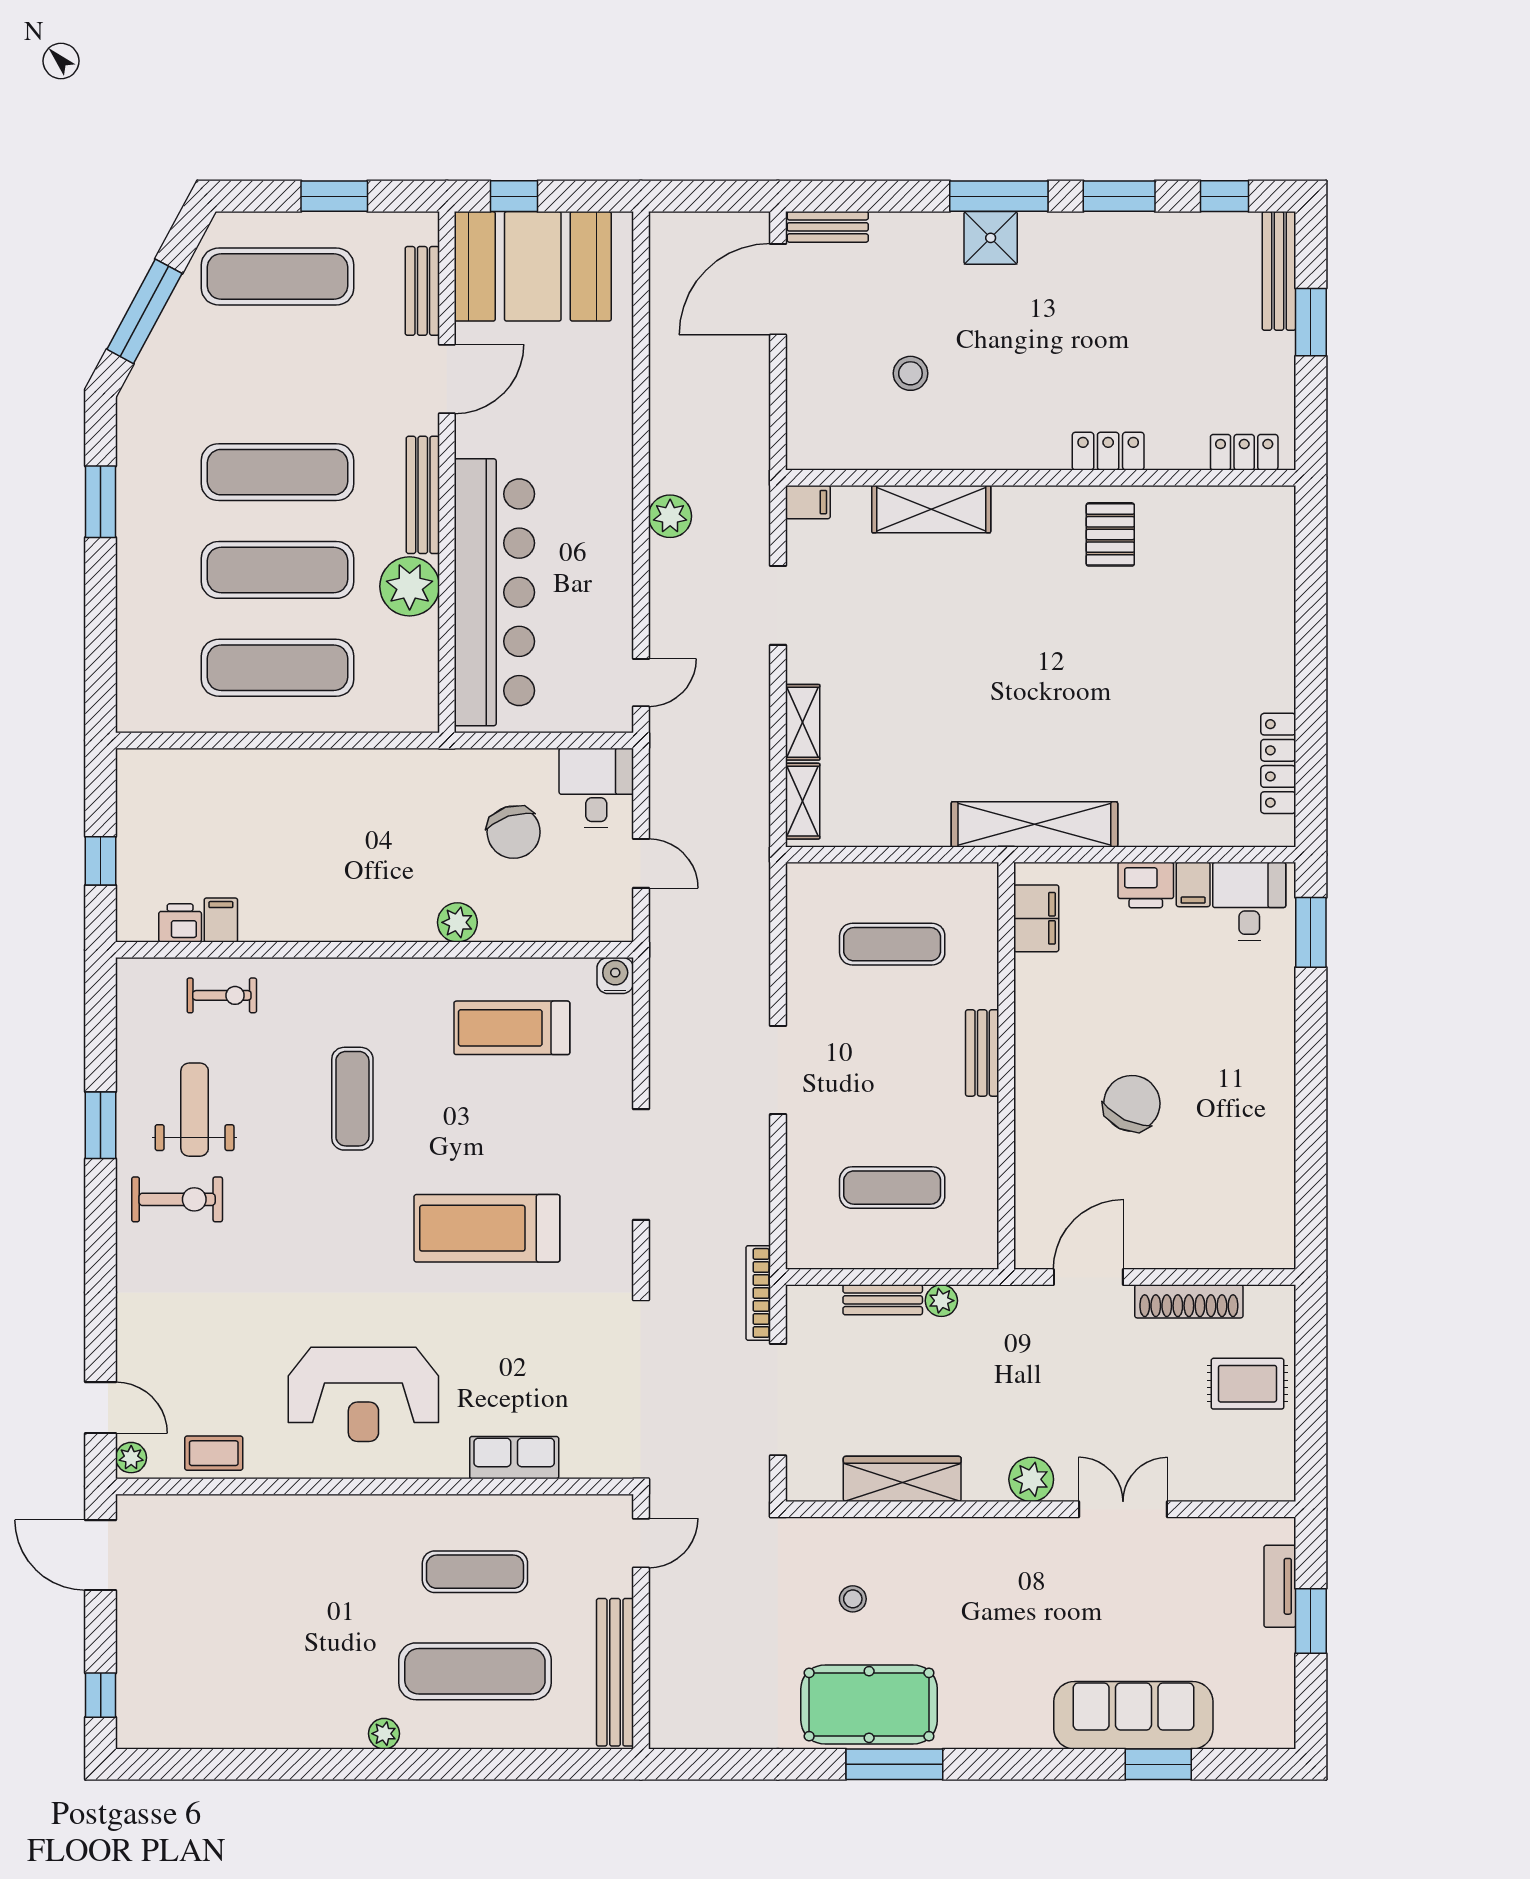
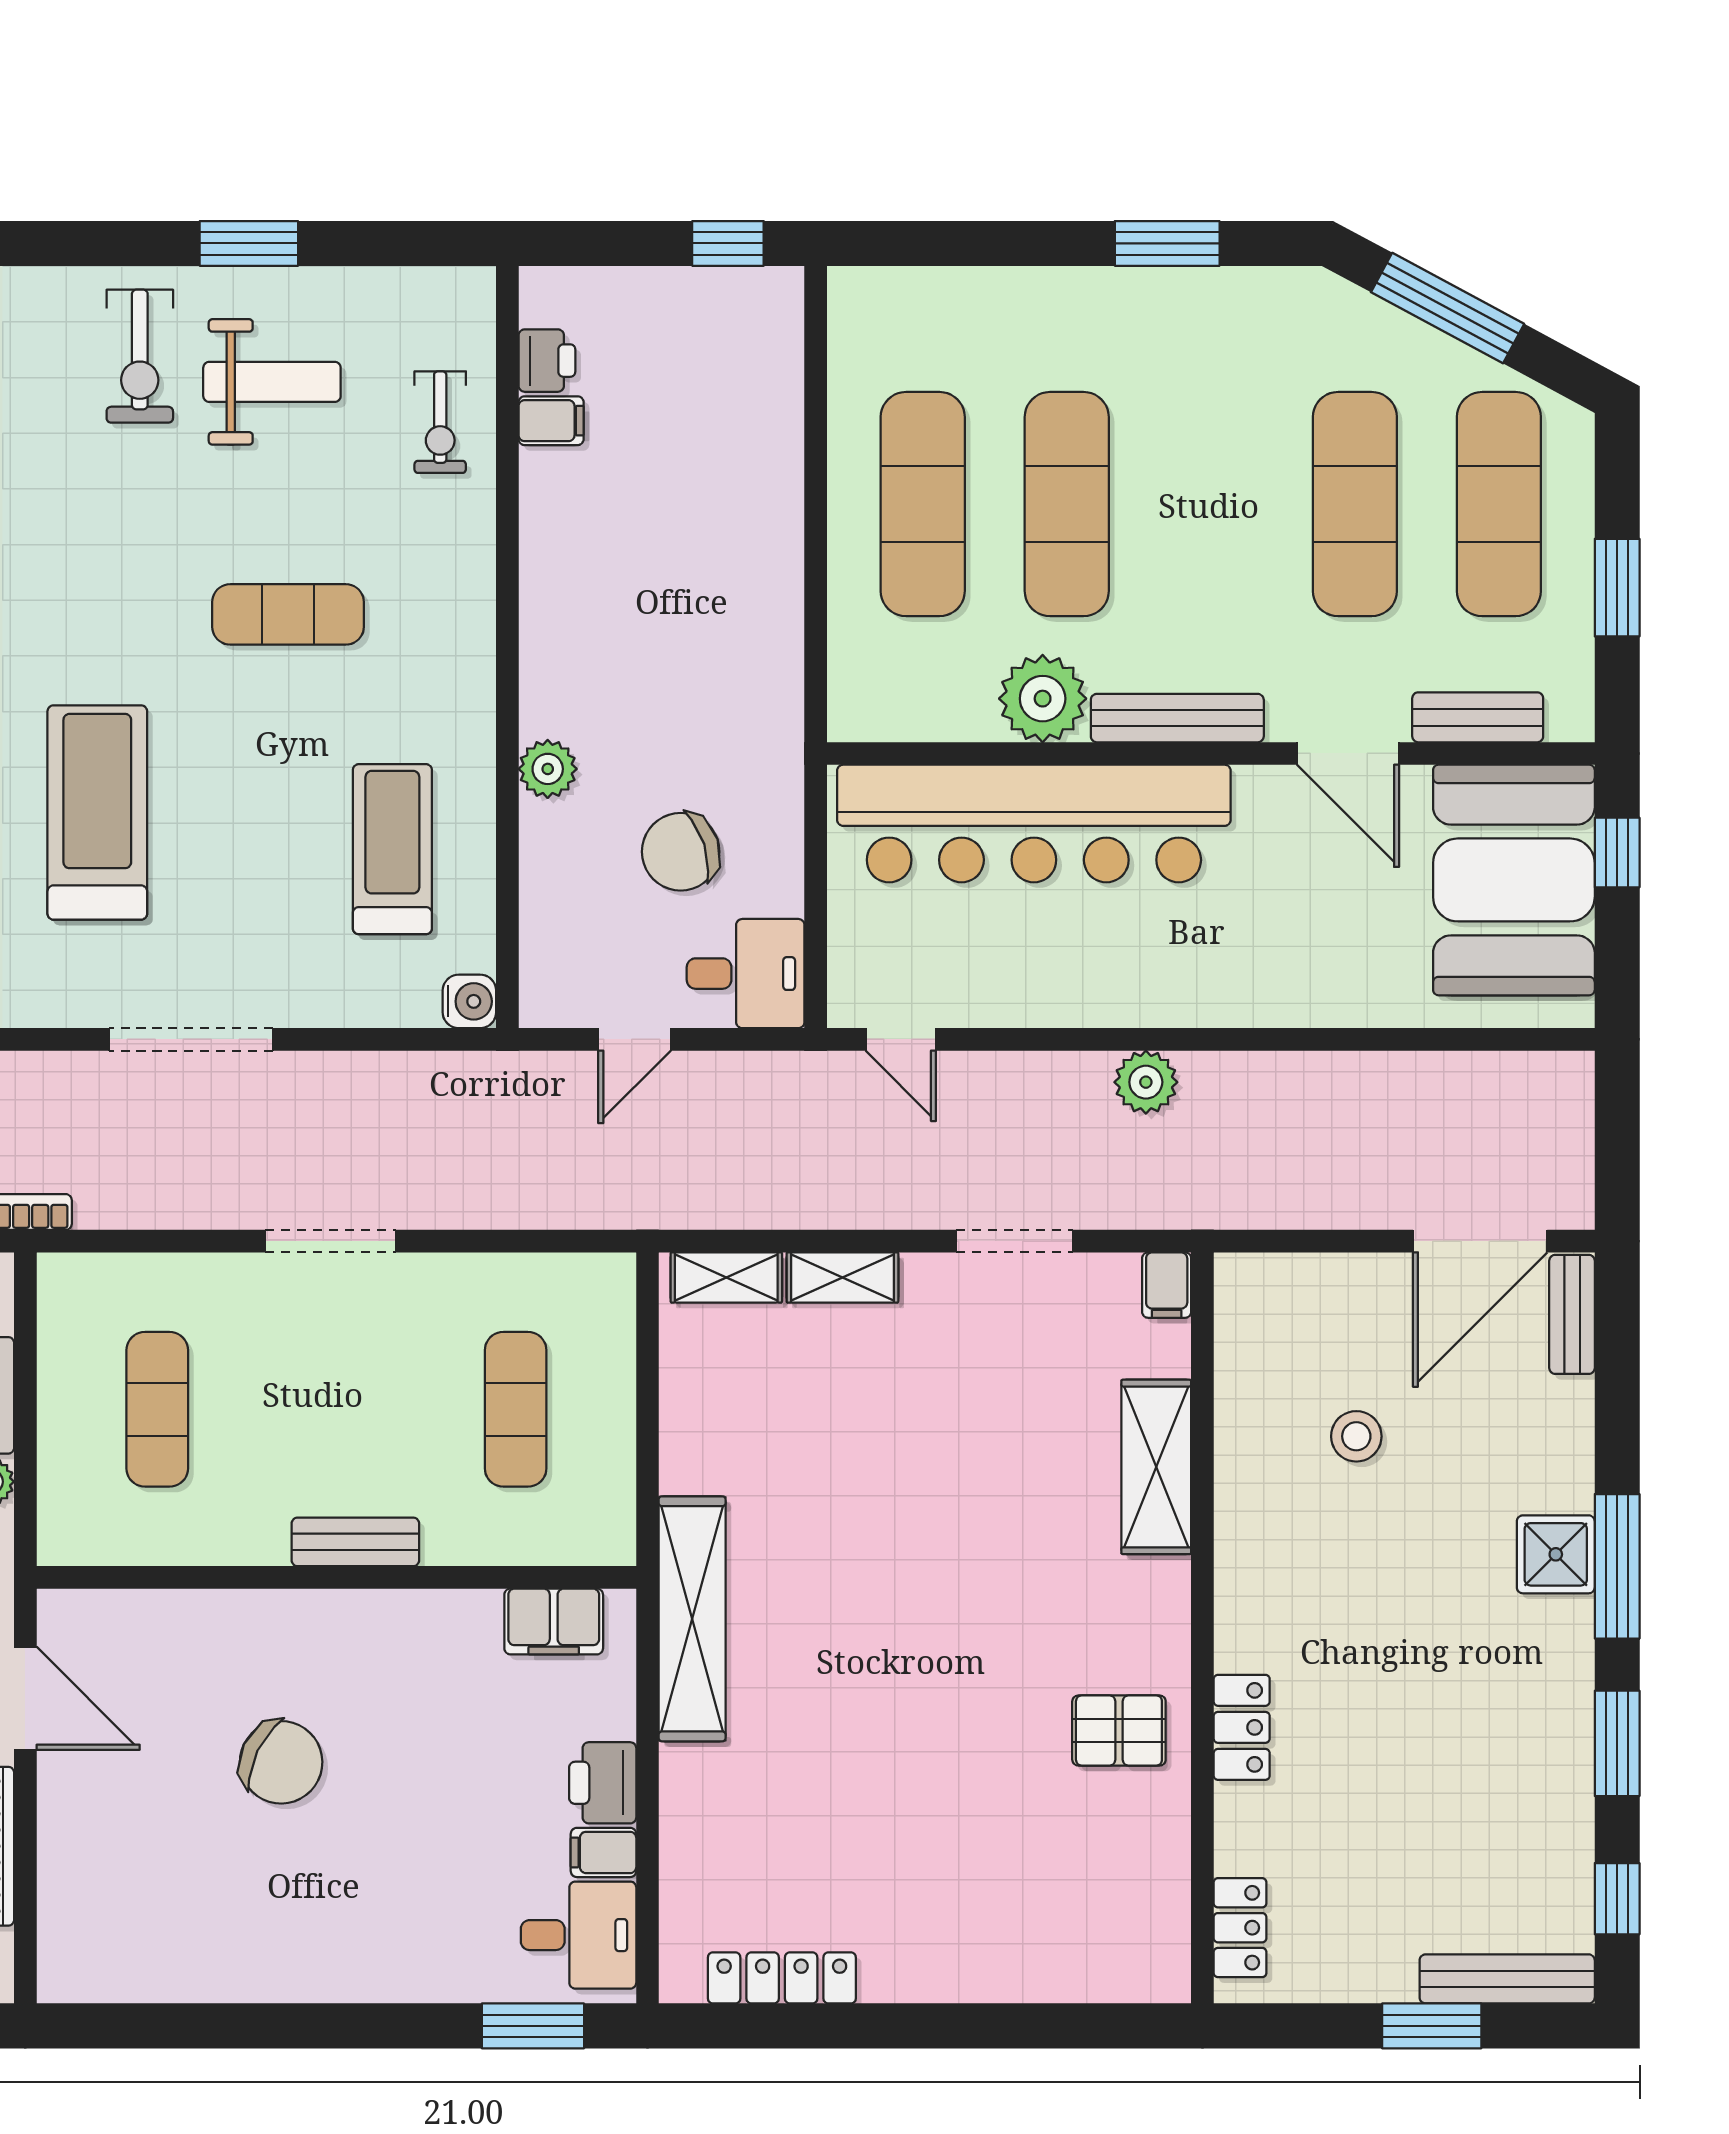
door: (778, 289) -> (1480, 1241), swing flipped
exercise mat: (277, 472) -> (1355, 504), moved
window: (101, 861) -> (728, 243), moved

